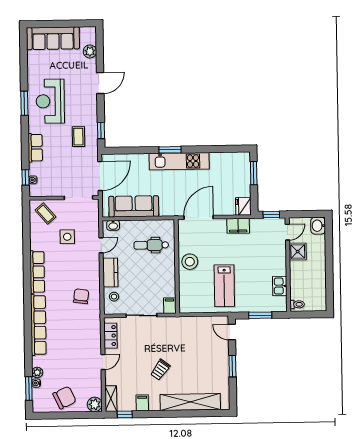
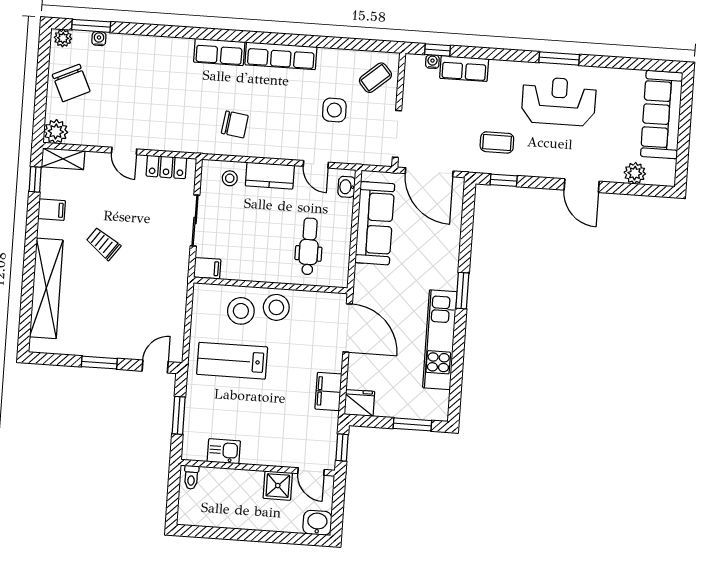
row of seats: (35, 148) -> (464, 69), moved
kitchen unit: (179, 161) -> (440, 340), moved
stool: (194, 283) -> (241, 311), added
row of seats: (38, 325) -> (219, 52), width x0.50
plant: (37, 372) -> (63, 38), moved

